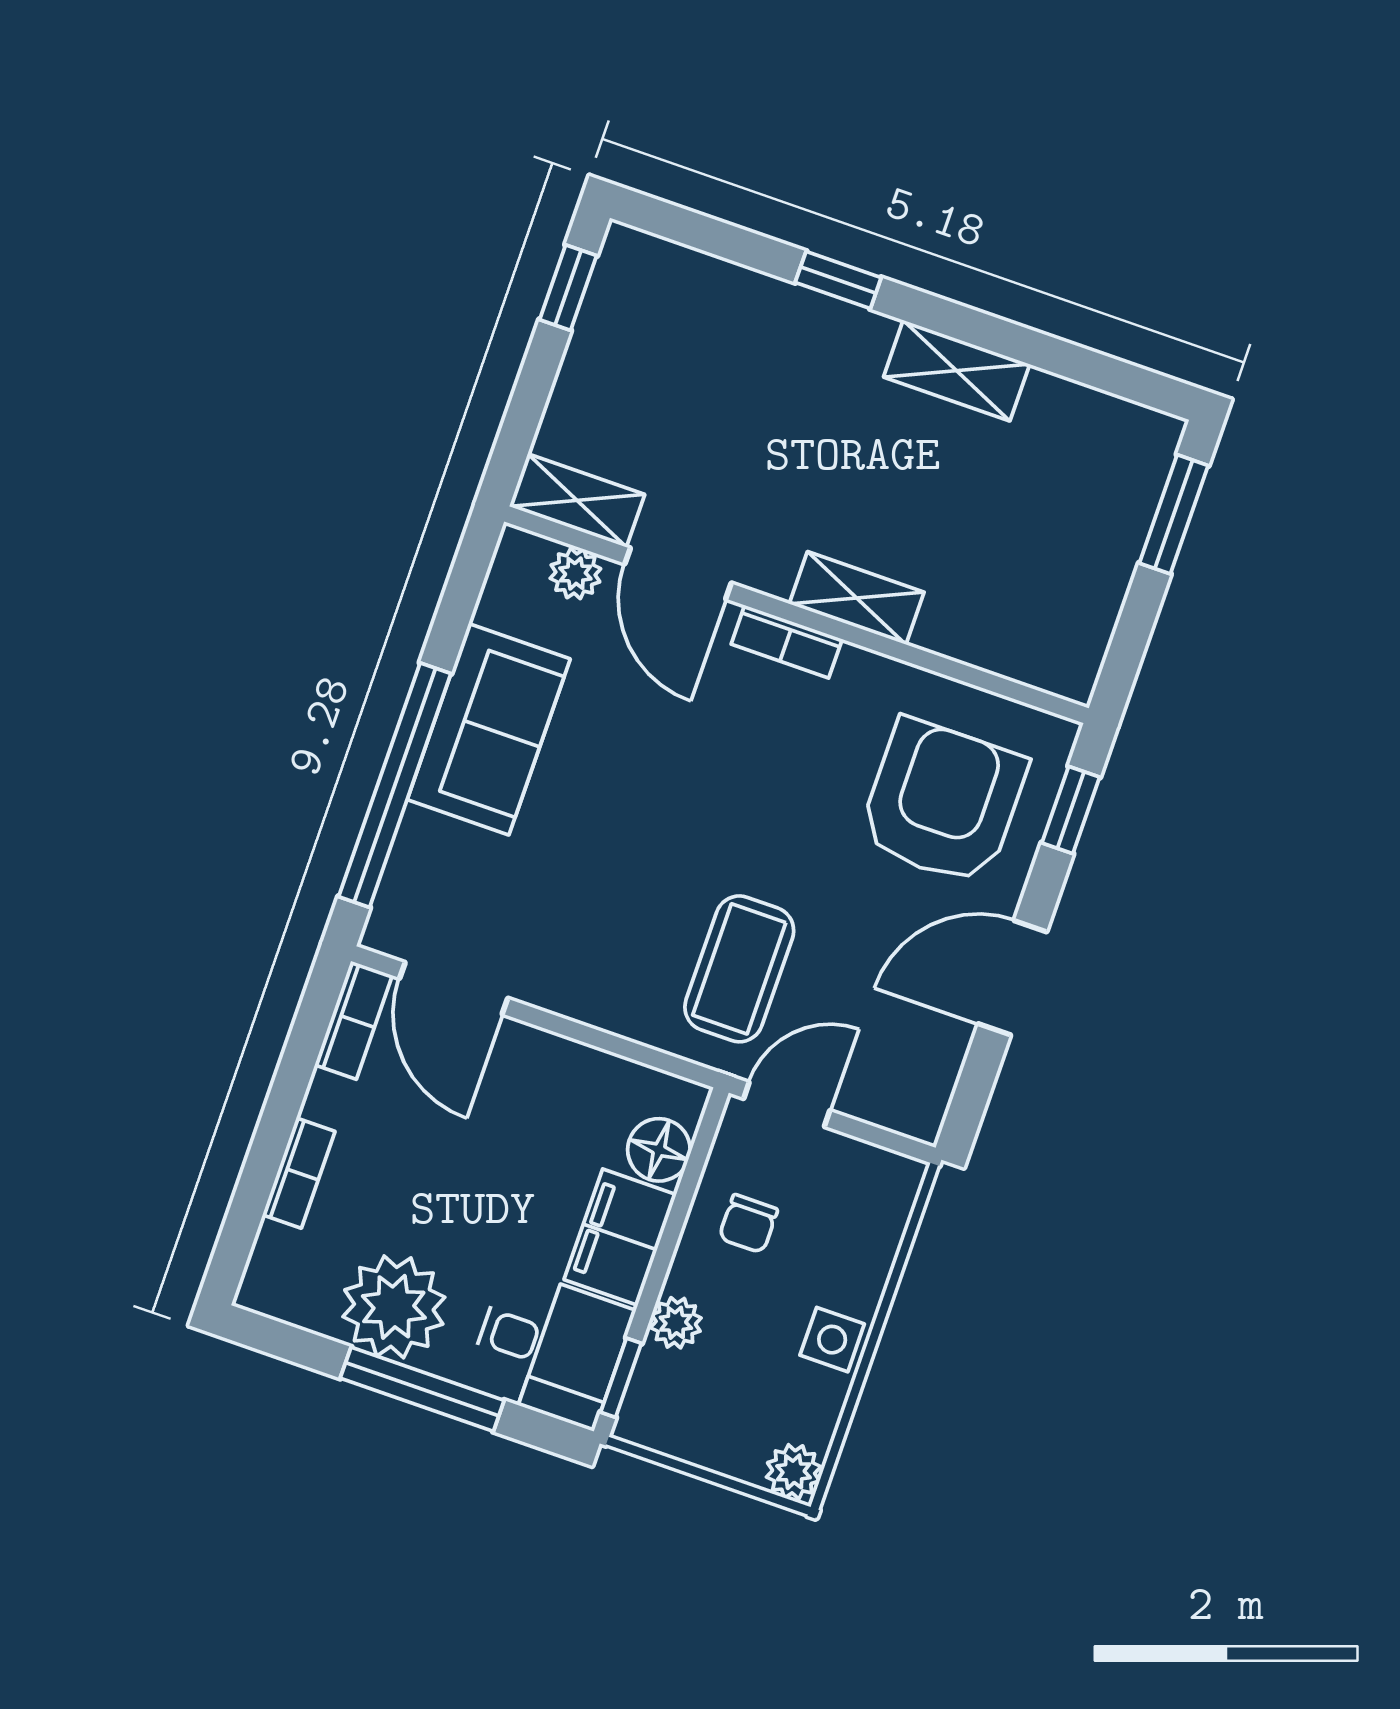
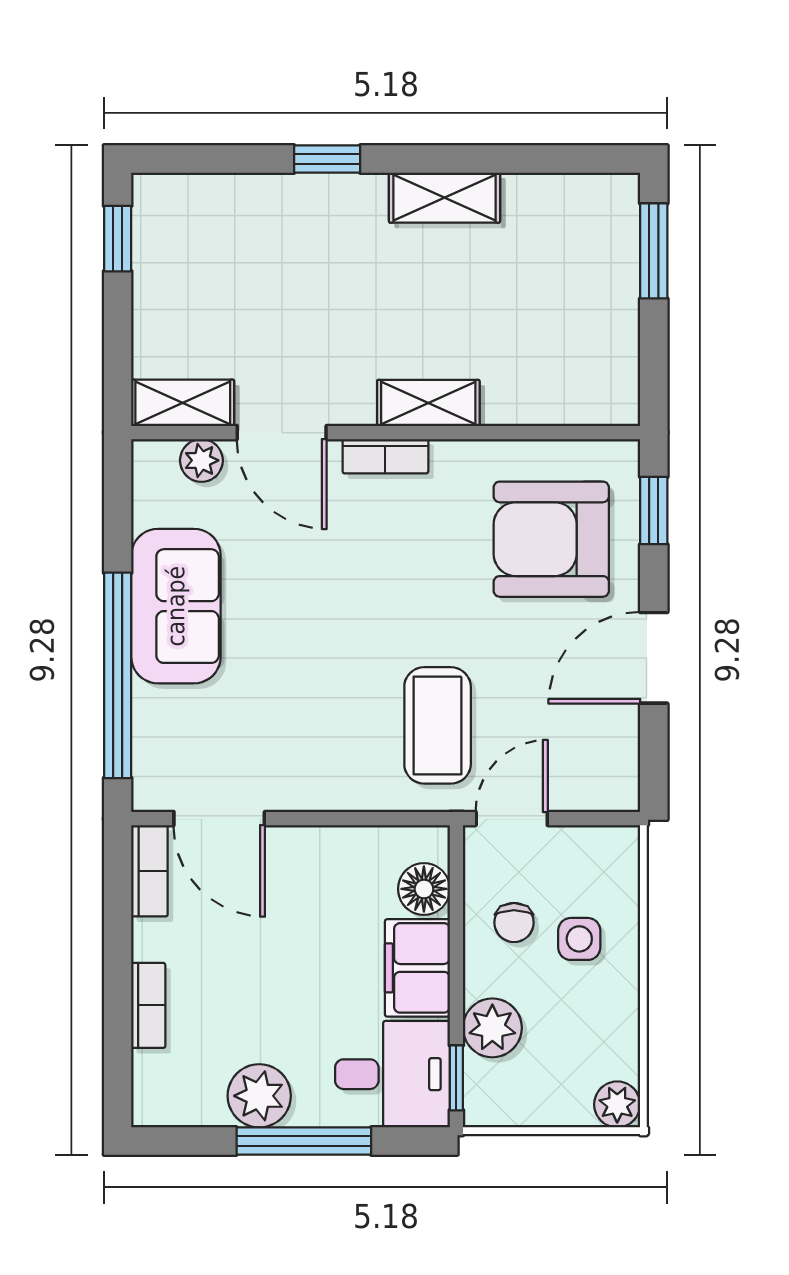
armchair: (943, 802) -> (551, 539), turned -90
plant: (394, 1307) -> (259, 1096), width x0.73, depth x0.73
plant: (676, 1323) -> (492, 1028), width x1.38, depth x1.38
side table: (832, 1340) -> (579, 939), moved

